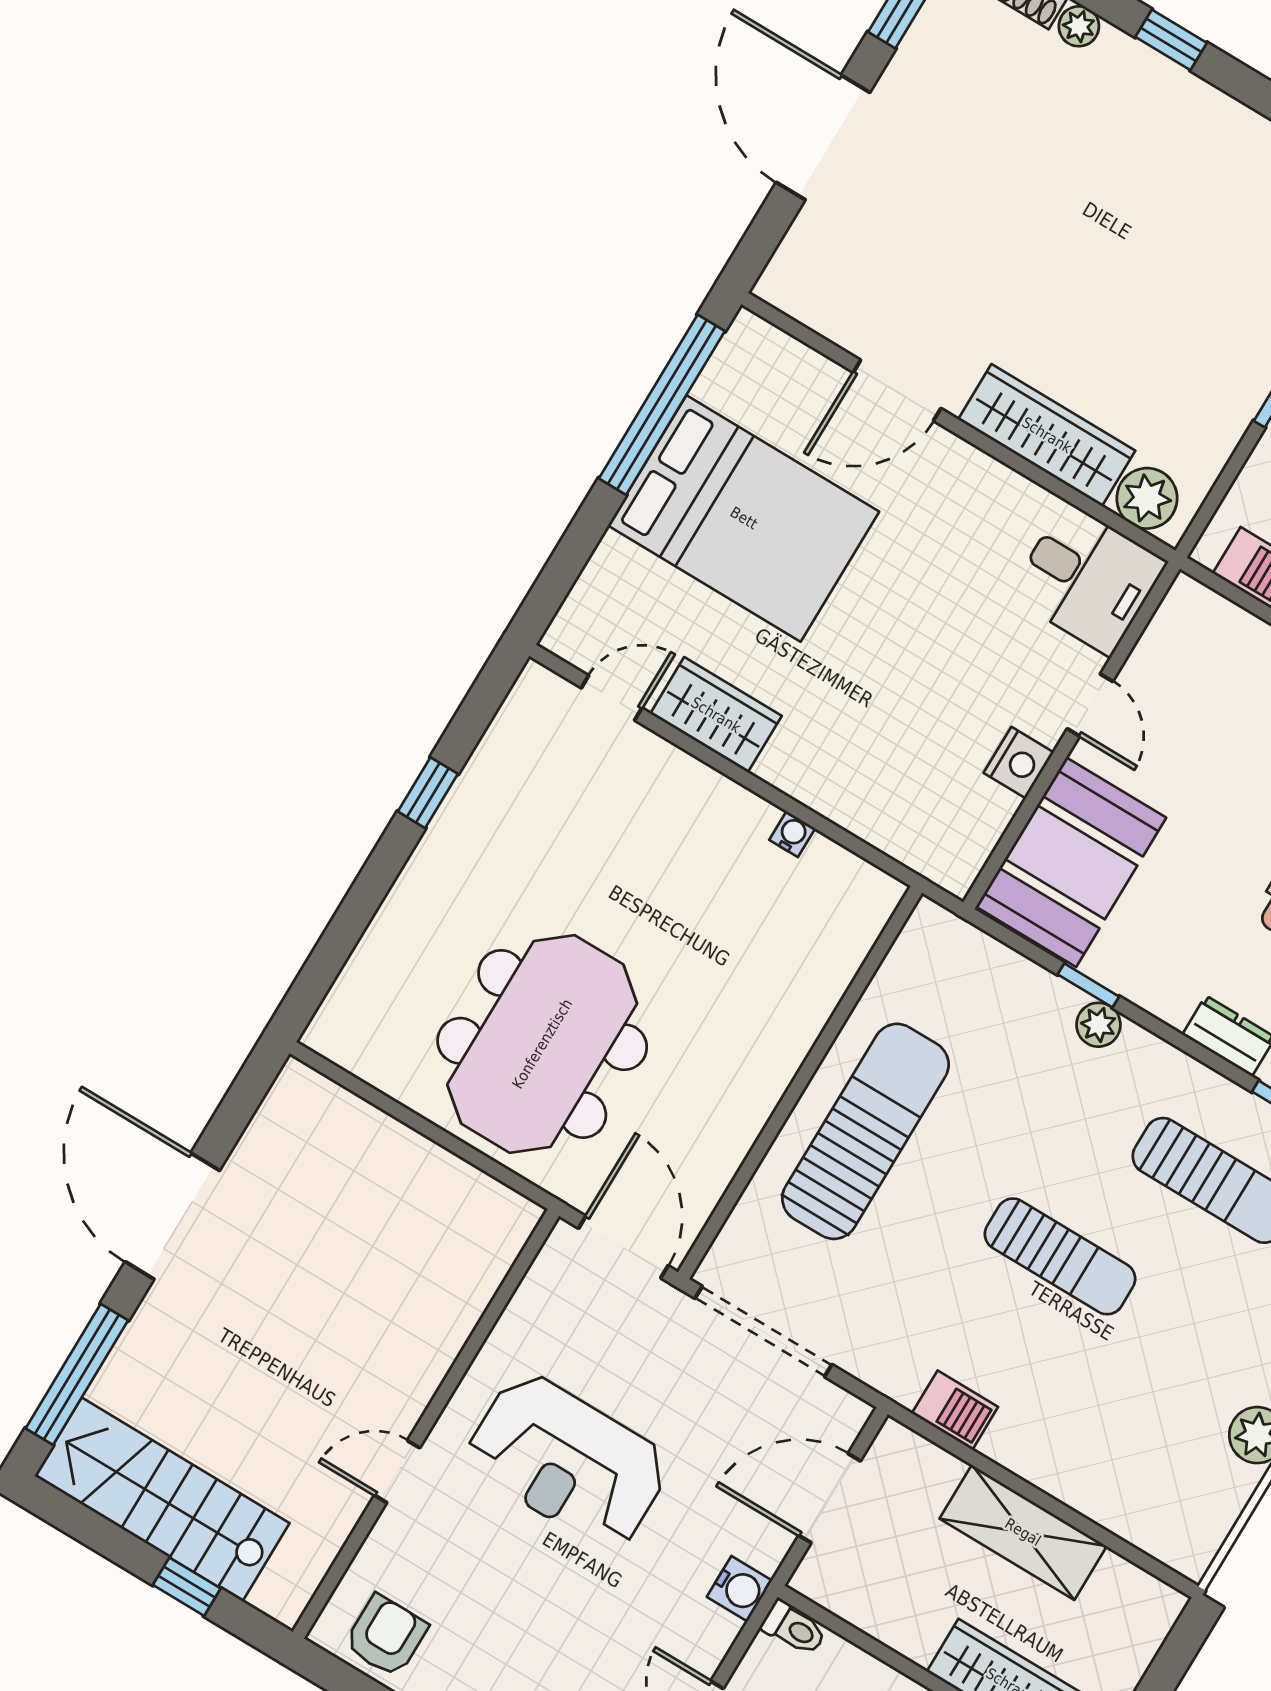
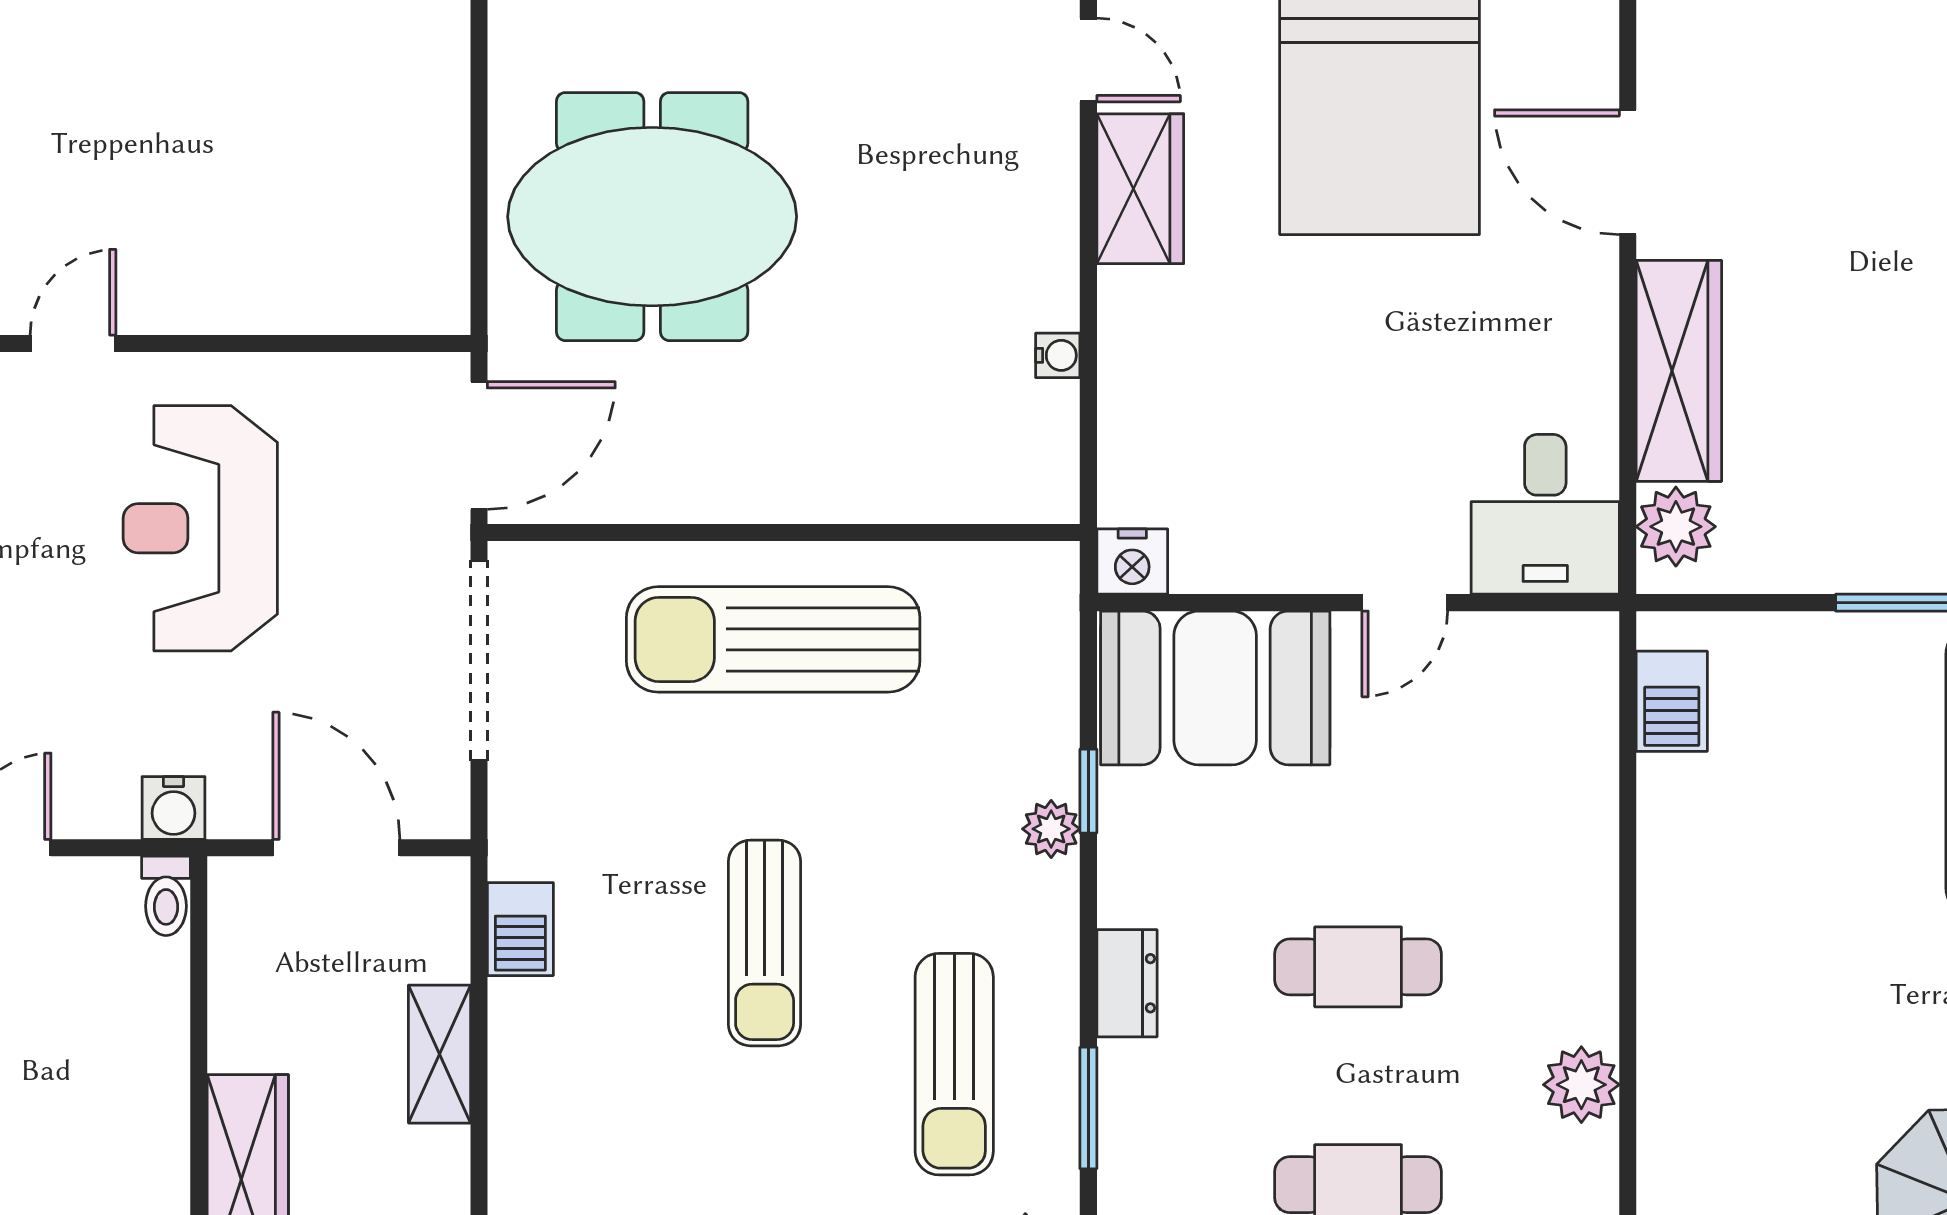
nightstand: (1019, 763) -> (1132, 562), moved
sun lounger: (865, 1131) -> (773, 639), turned 180
door: (397, 1472) -> (73, 343), hinge flipped
shelving: (1023, 1532) -> (439, 1054), width x0.67, depth x0.75

